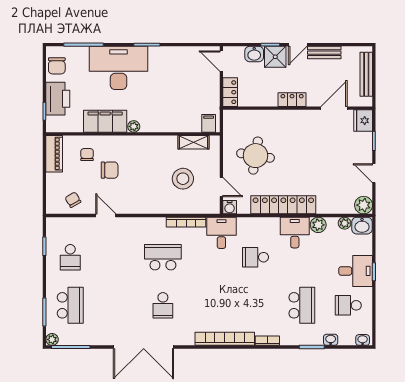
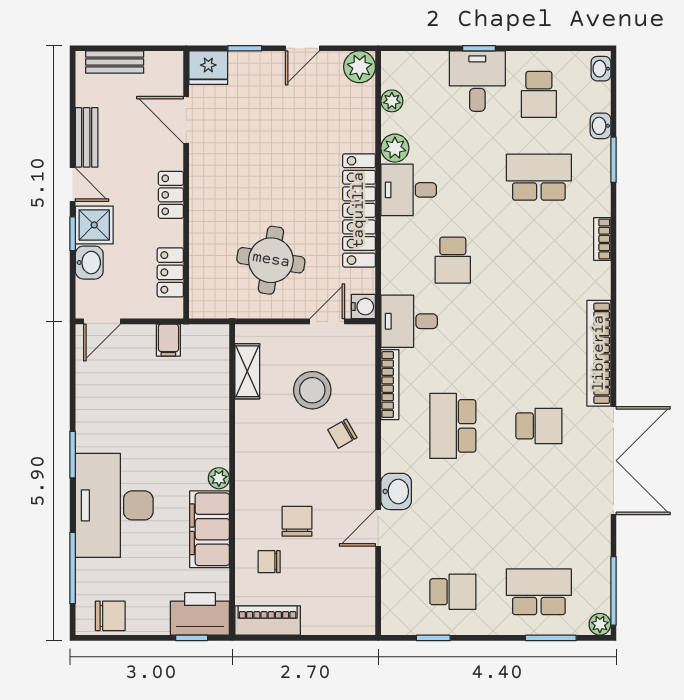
bench: (366, 74) -> (115, 62), width x0.73
locker: (230, 92) -> (170, 272), moved, turned -90
printer: (58, 99) -> (200, 614), moved
filing cabinet: (209, 123) -> (168, 340), moved, turned -90
chair: (73, 200) -> (342, 434), moved
washbasin: (362, 226) -> (396, 491), moved
bookcase: (225, 339) -> (599, 353), moved

